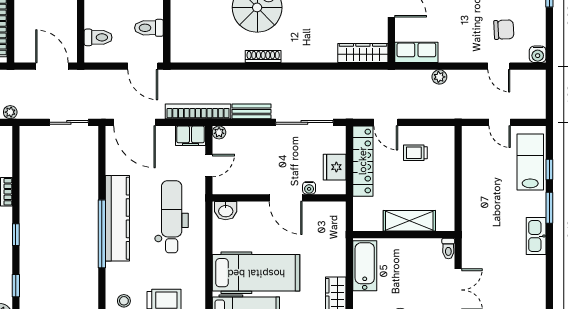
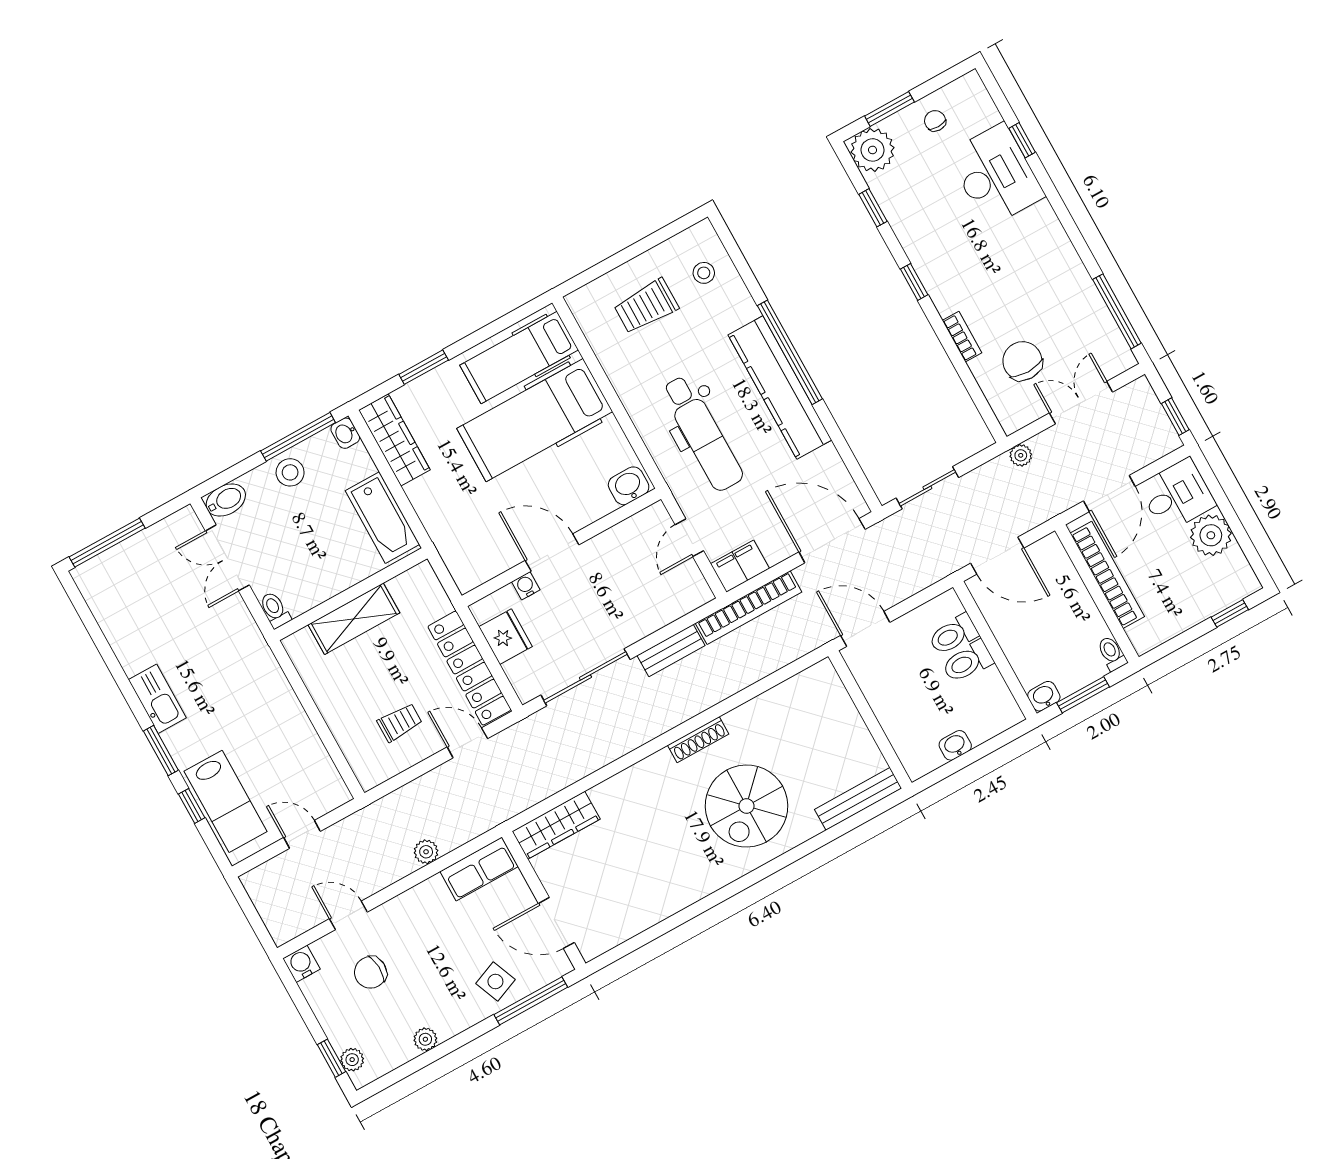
toilet: (149, 28) -> (968, 662), moved, turned 180
plant: (219, 132) -> (701, 594), removed

